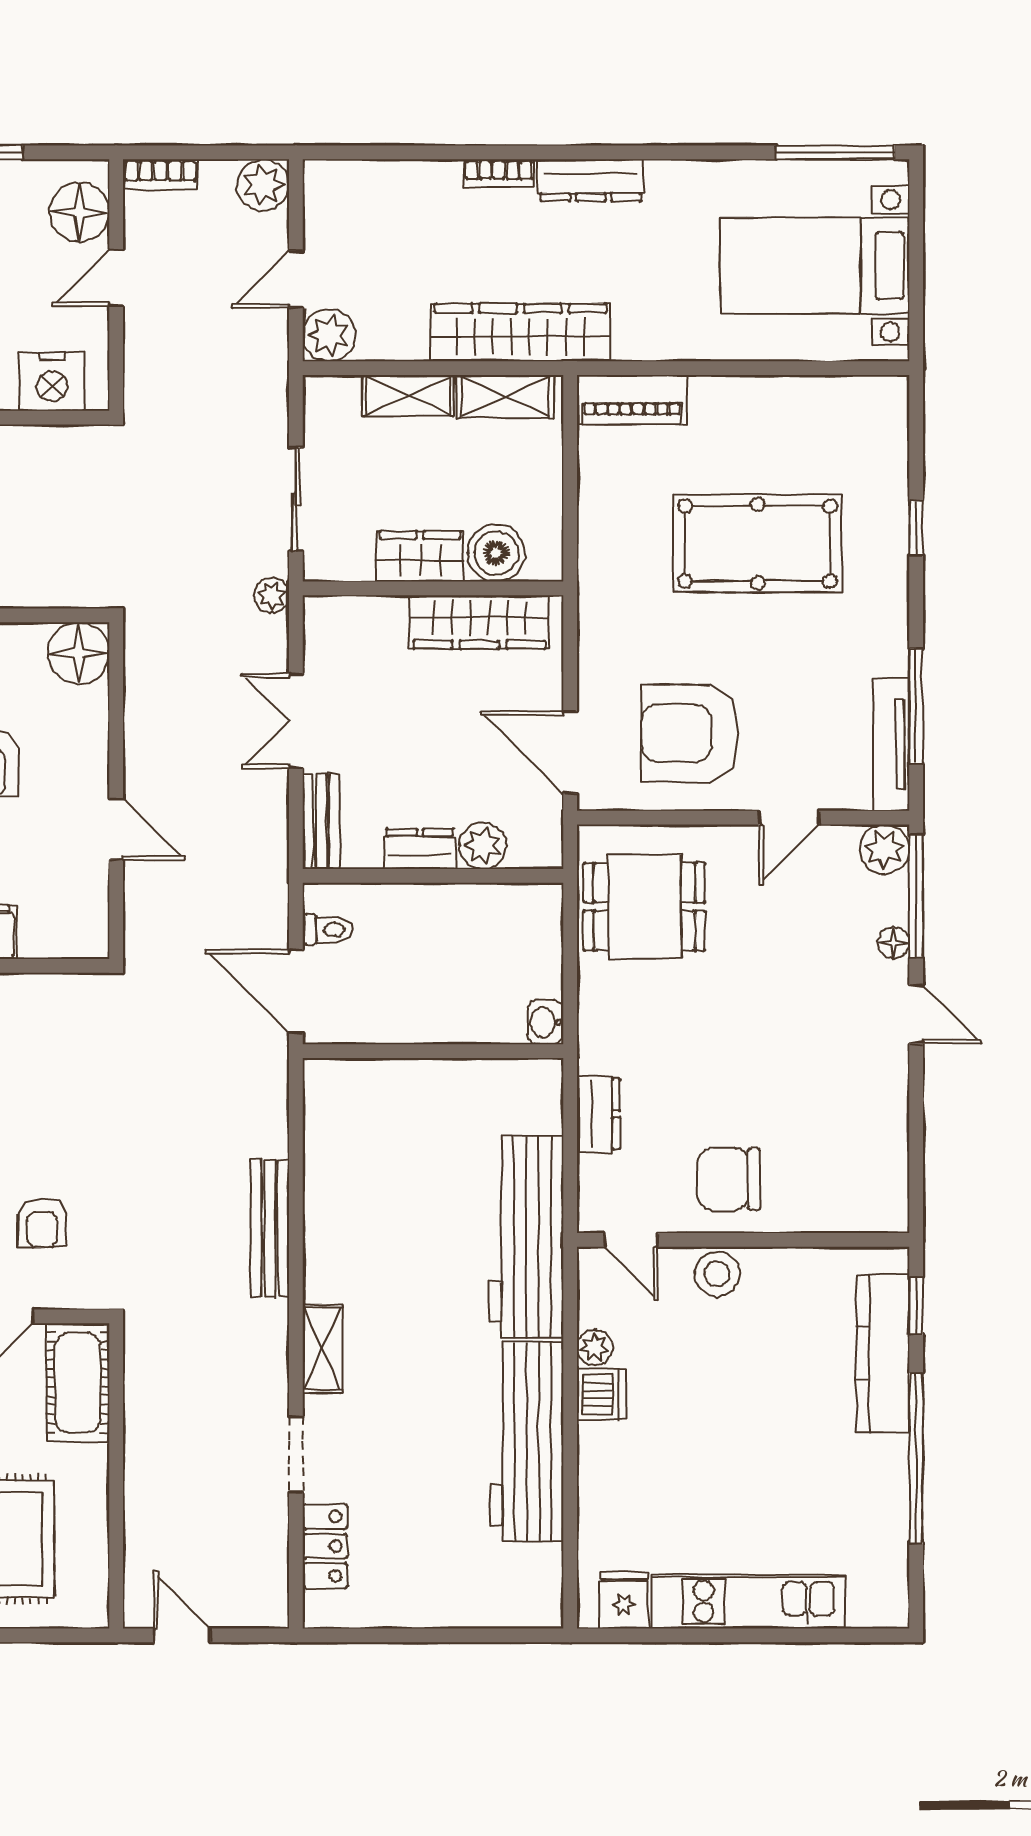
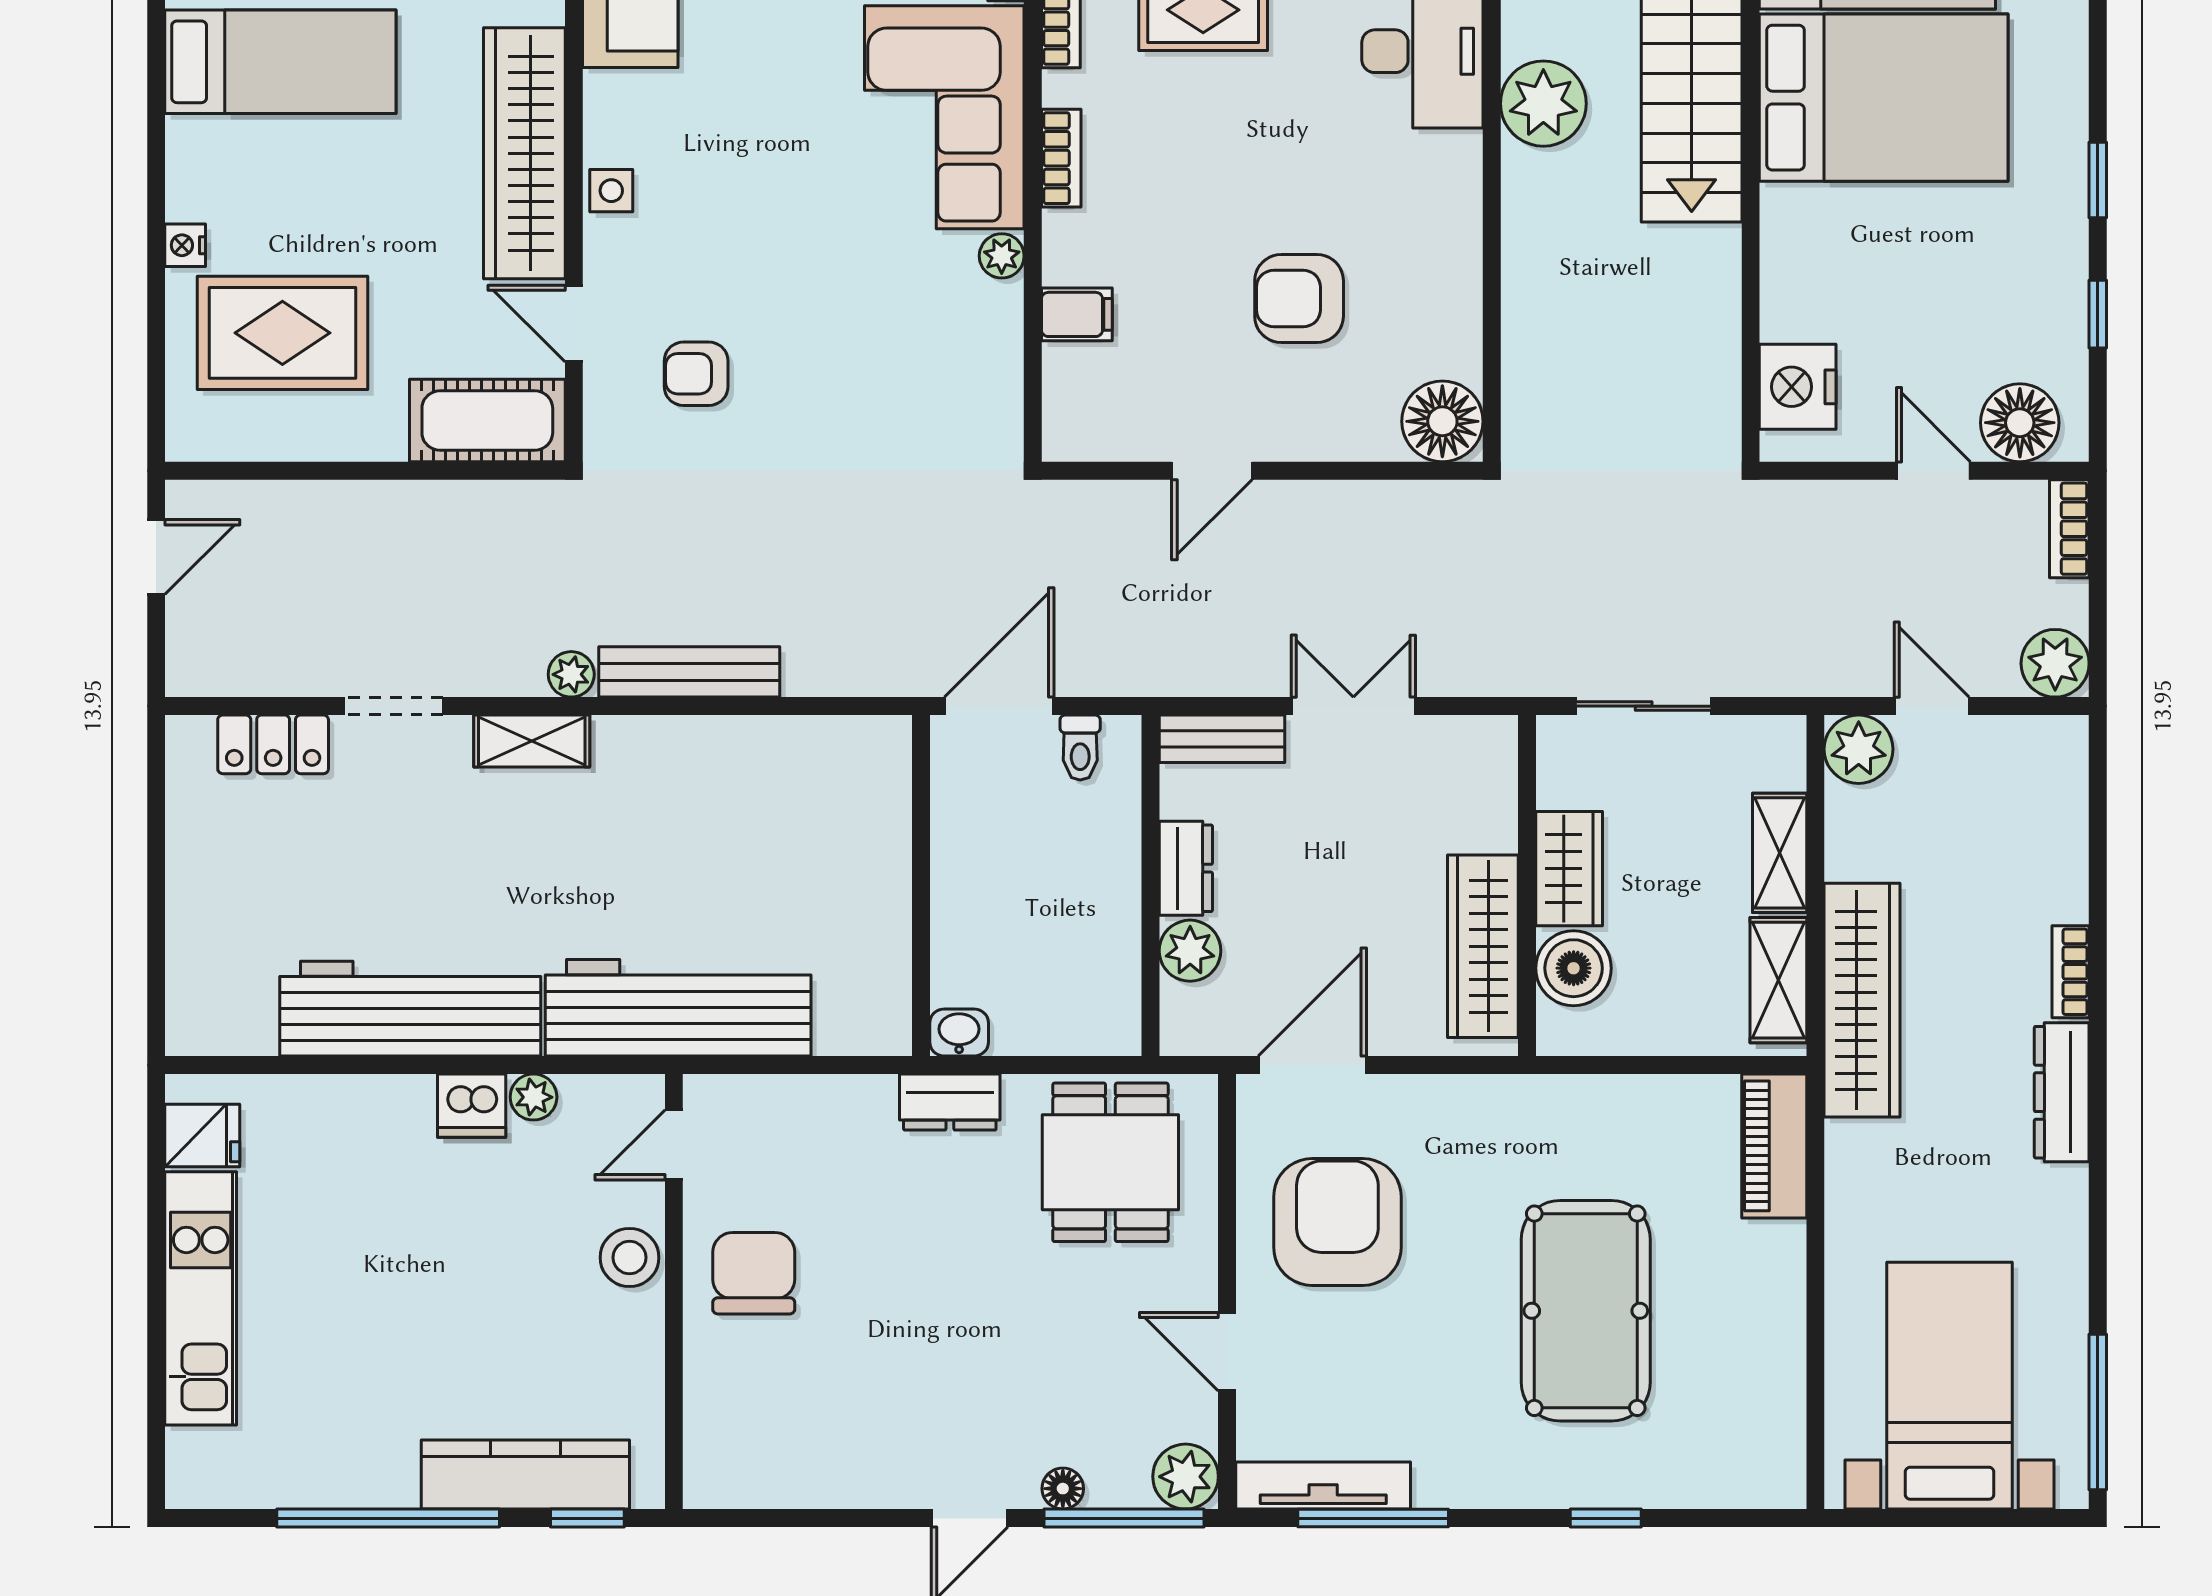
plant: (272, 595) -> (571, 674), moved
dresser: (598, 1114) -> (950, 1102), moved

